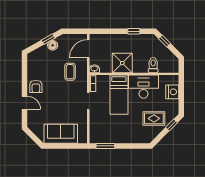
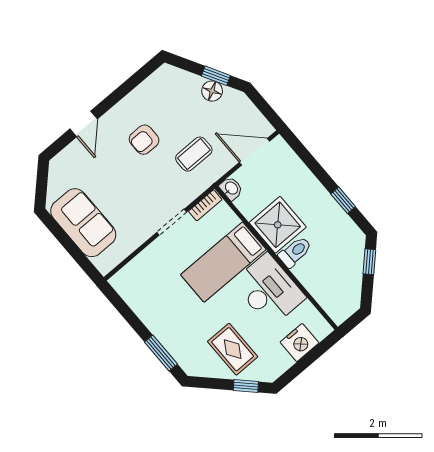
toilet: (153, 65) -> (295, 252), moved
armchair: (36, 86) -> (144, 140), moved
window: (105, 146) -> (161, 353), moved

